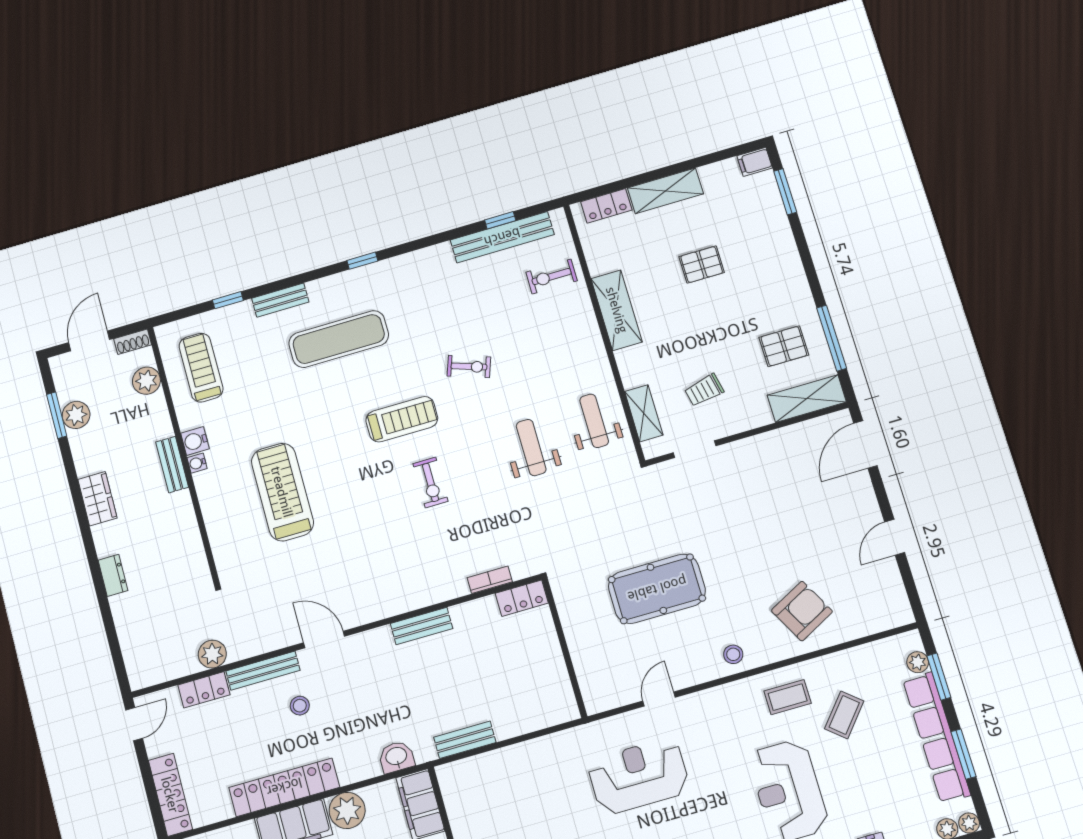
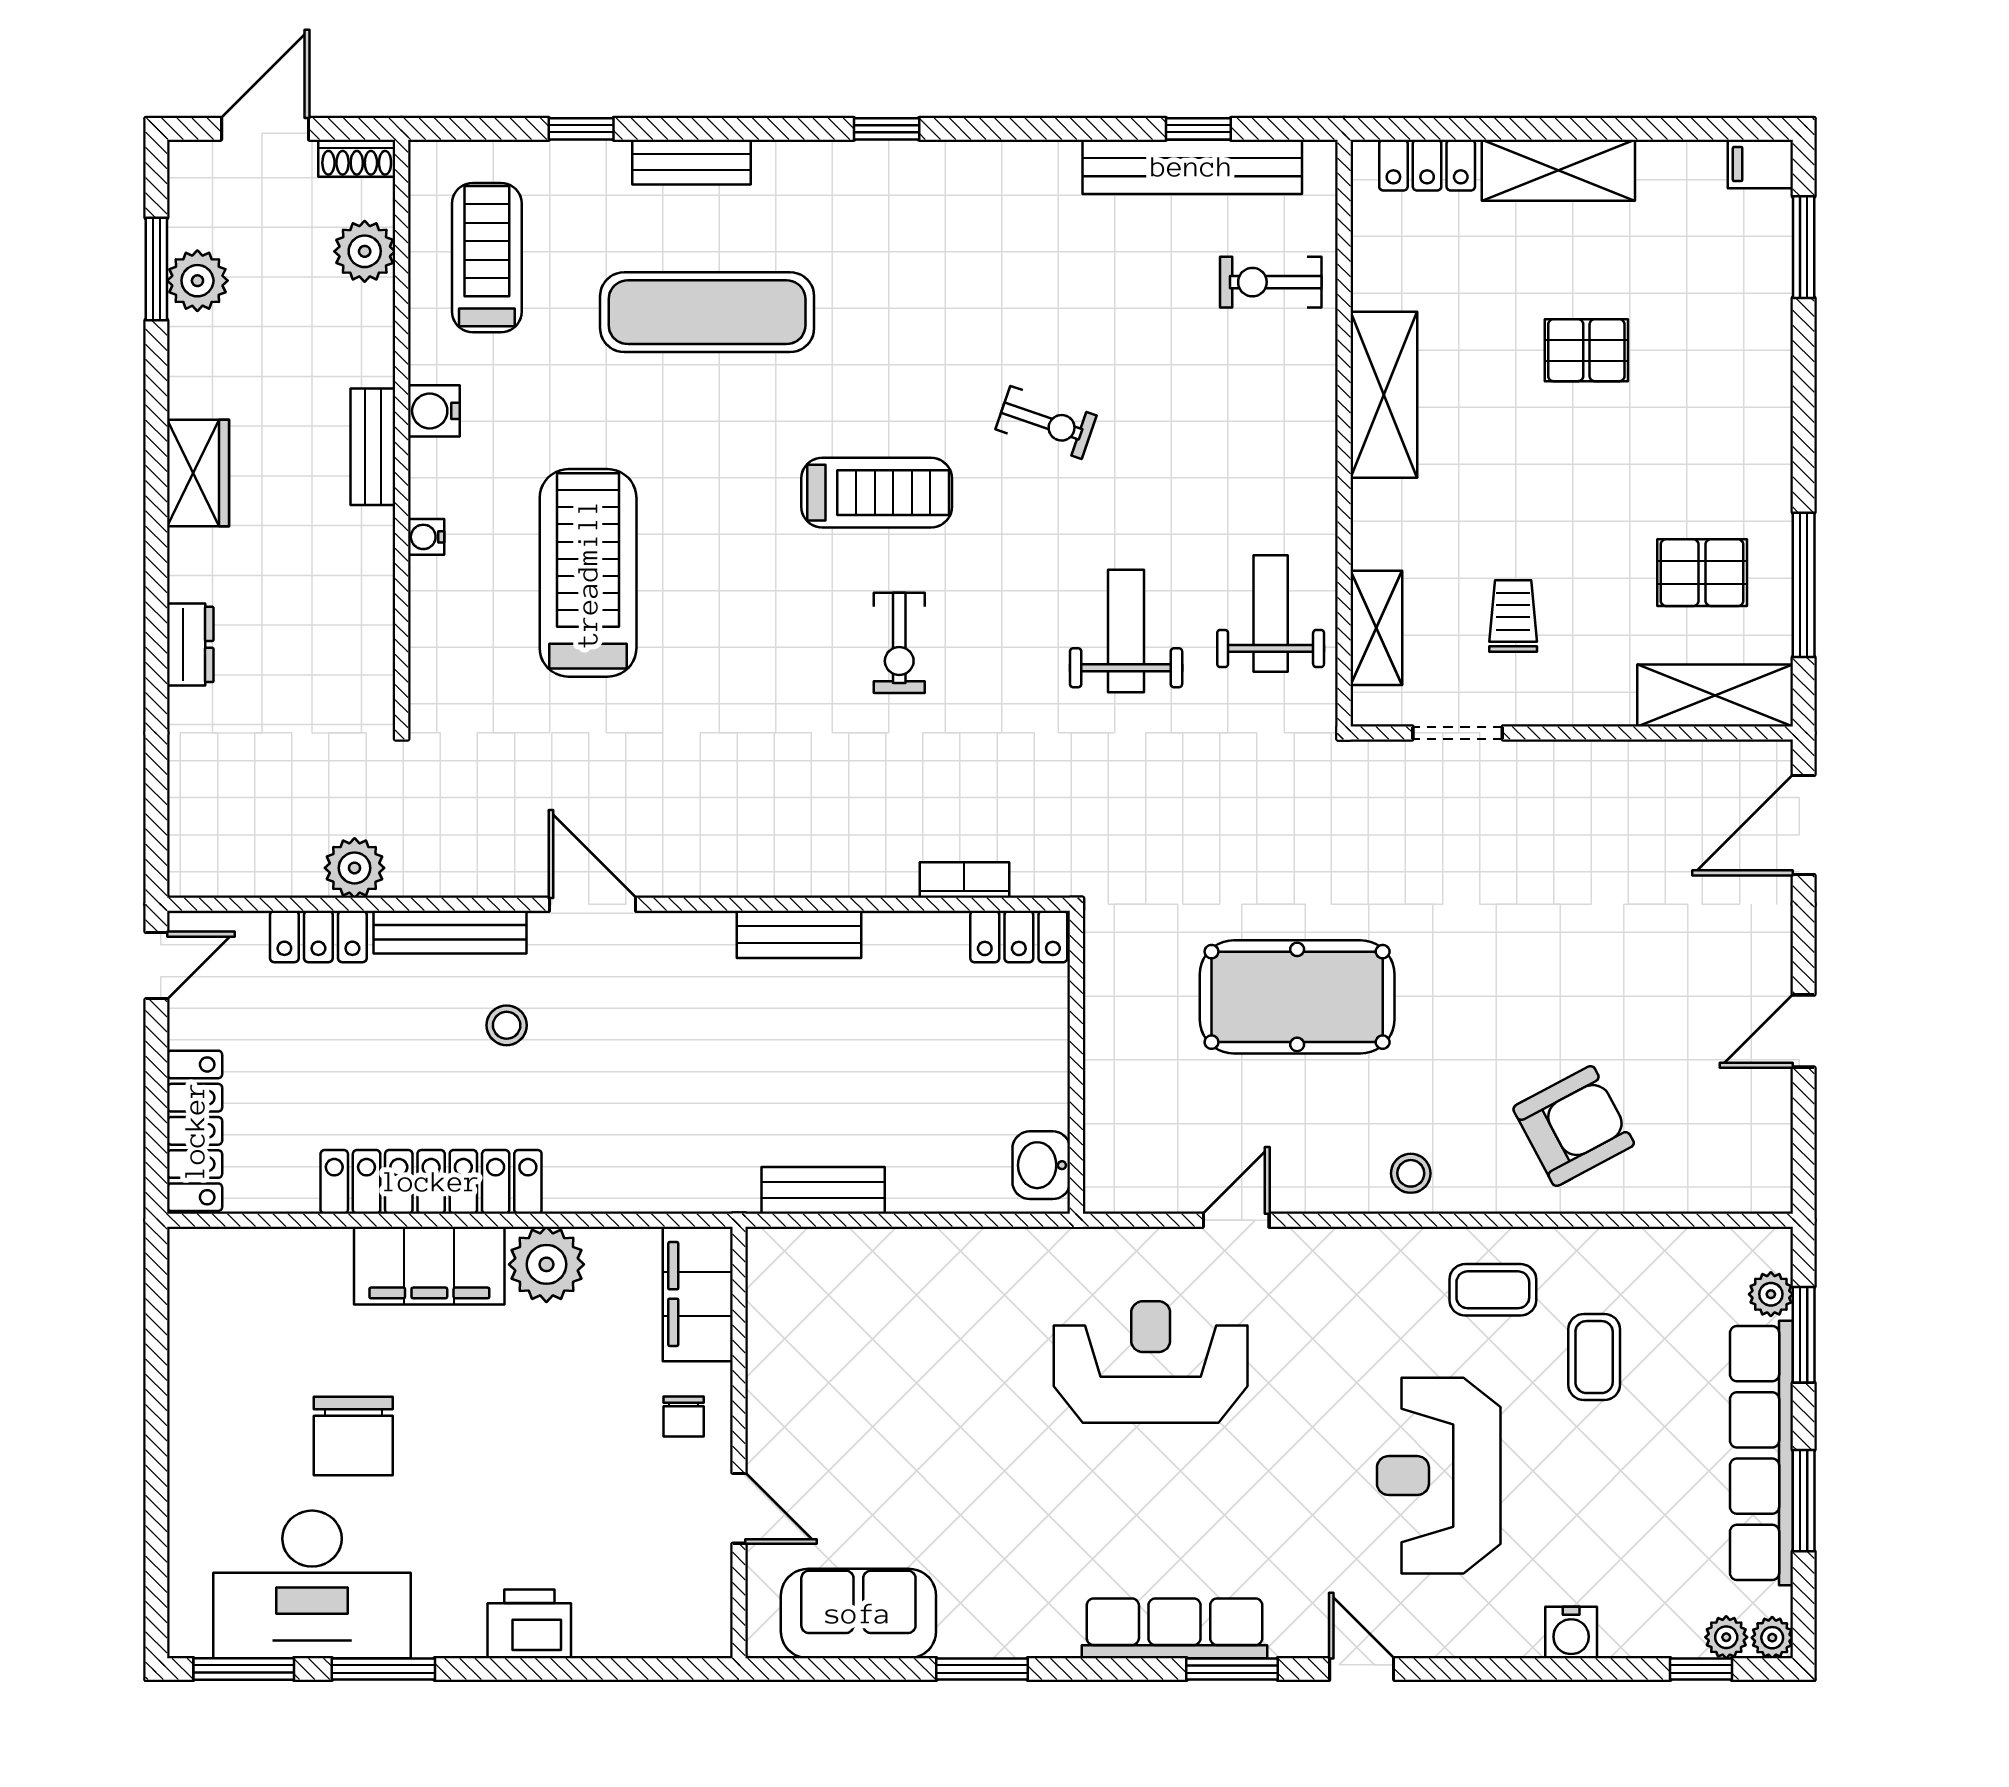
exercise mat: (339, 339) -> (707, 312), moved
trolley: (704, 390) -> (1513, 616), turned 102
water cooler: (197, 463) -> (426, 537), moved
coffee table: (844, 715) -> (1594, 1357), turned -40
washbasin: (396, 757) -> (1041, 1165), moved, turned -90

